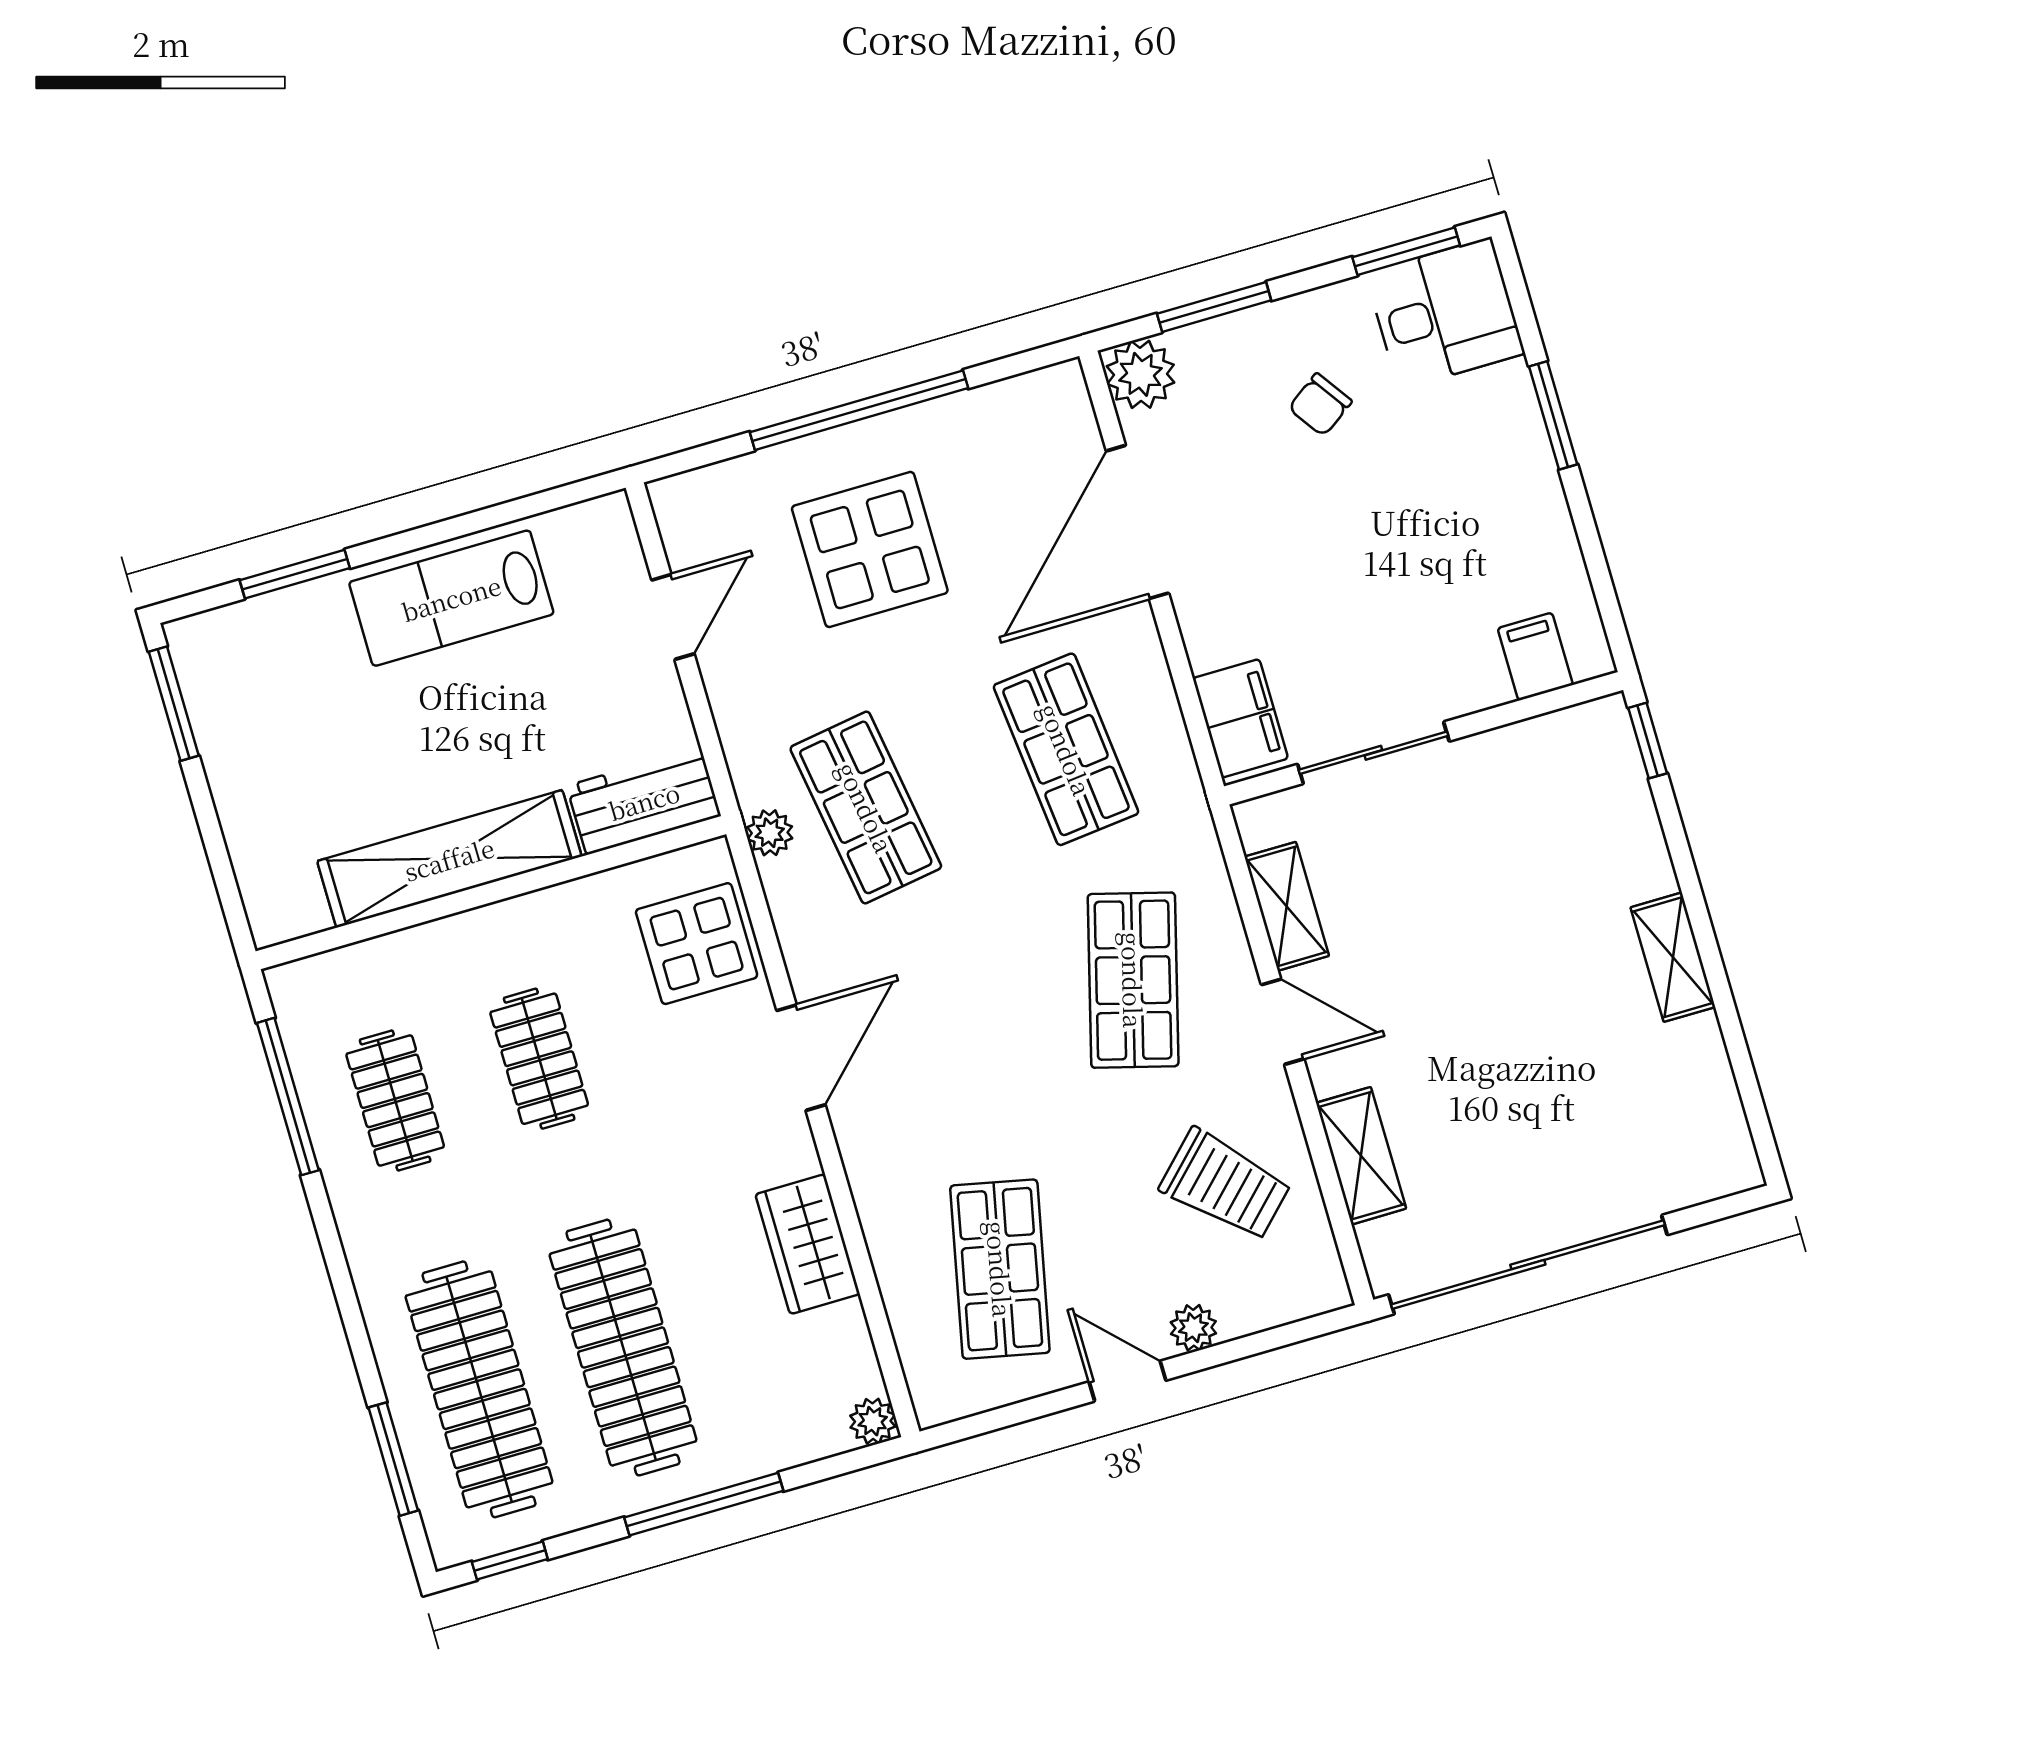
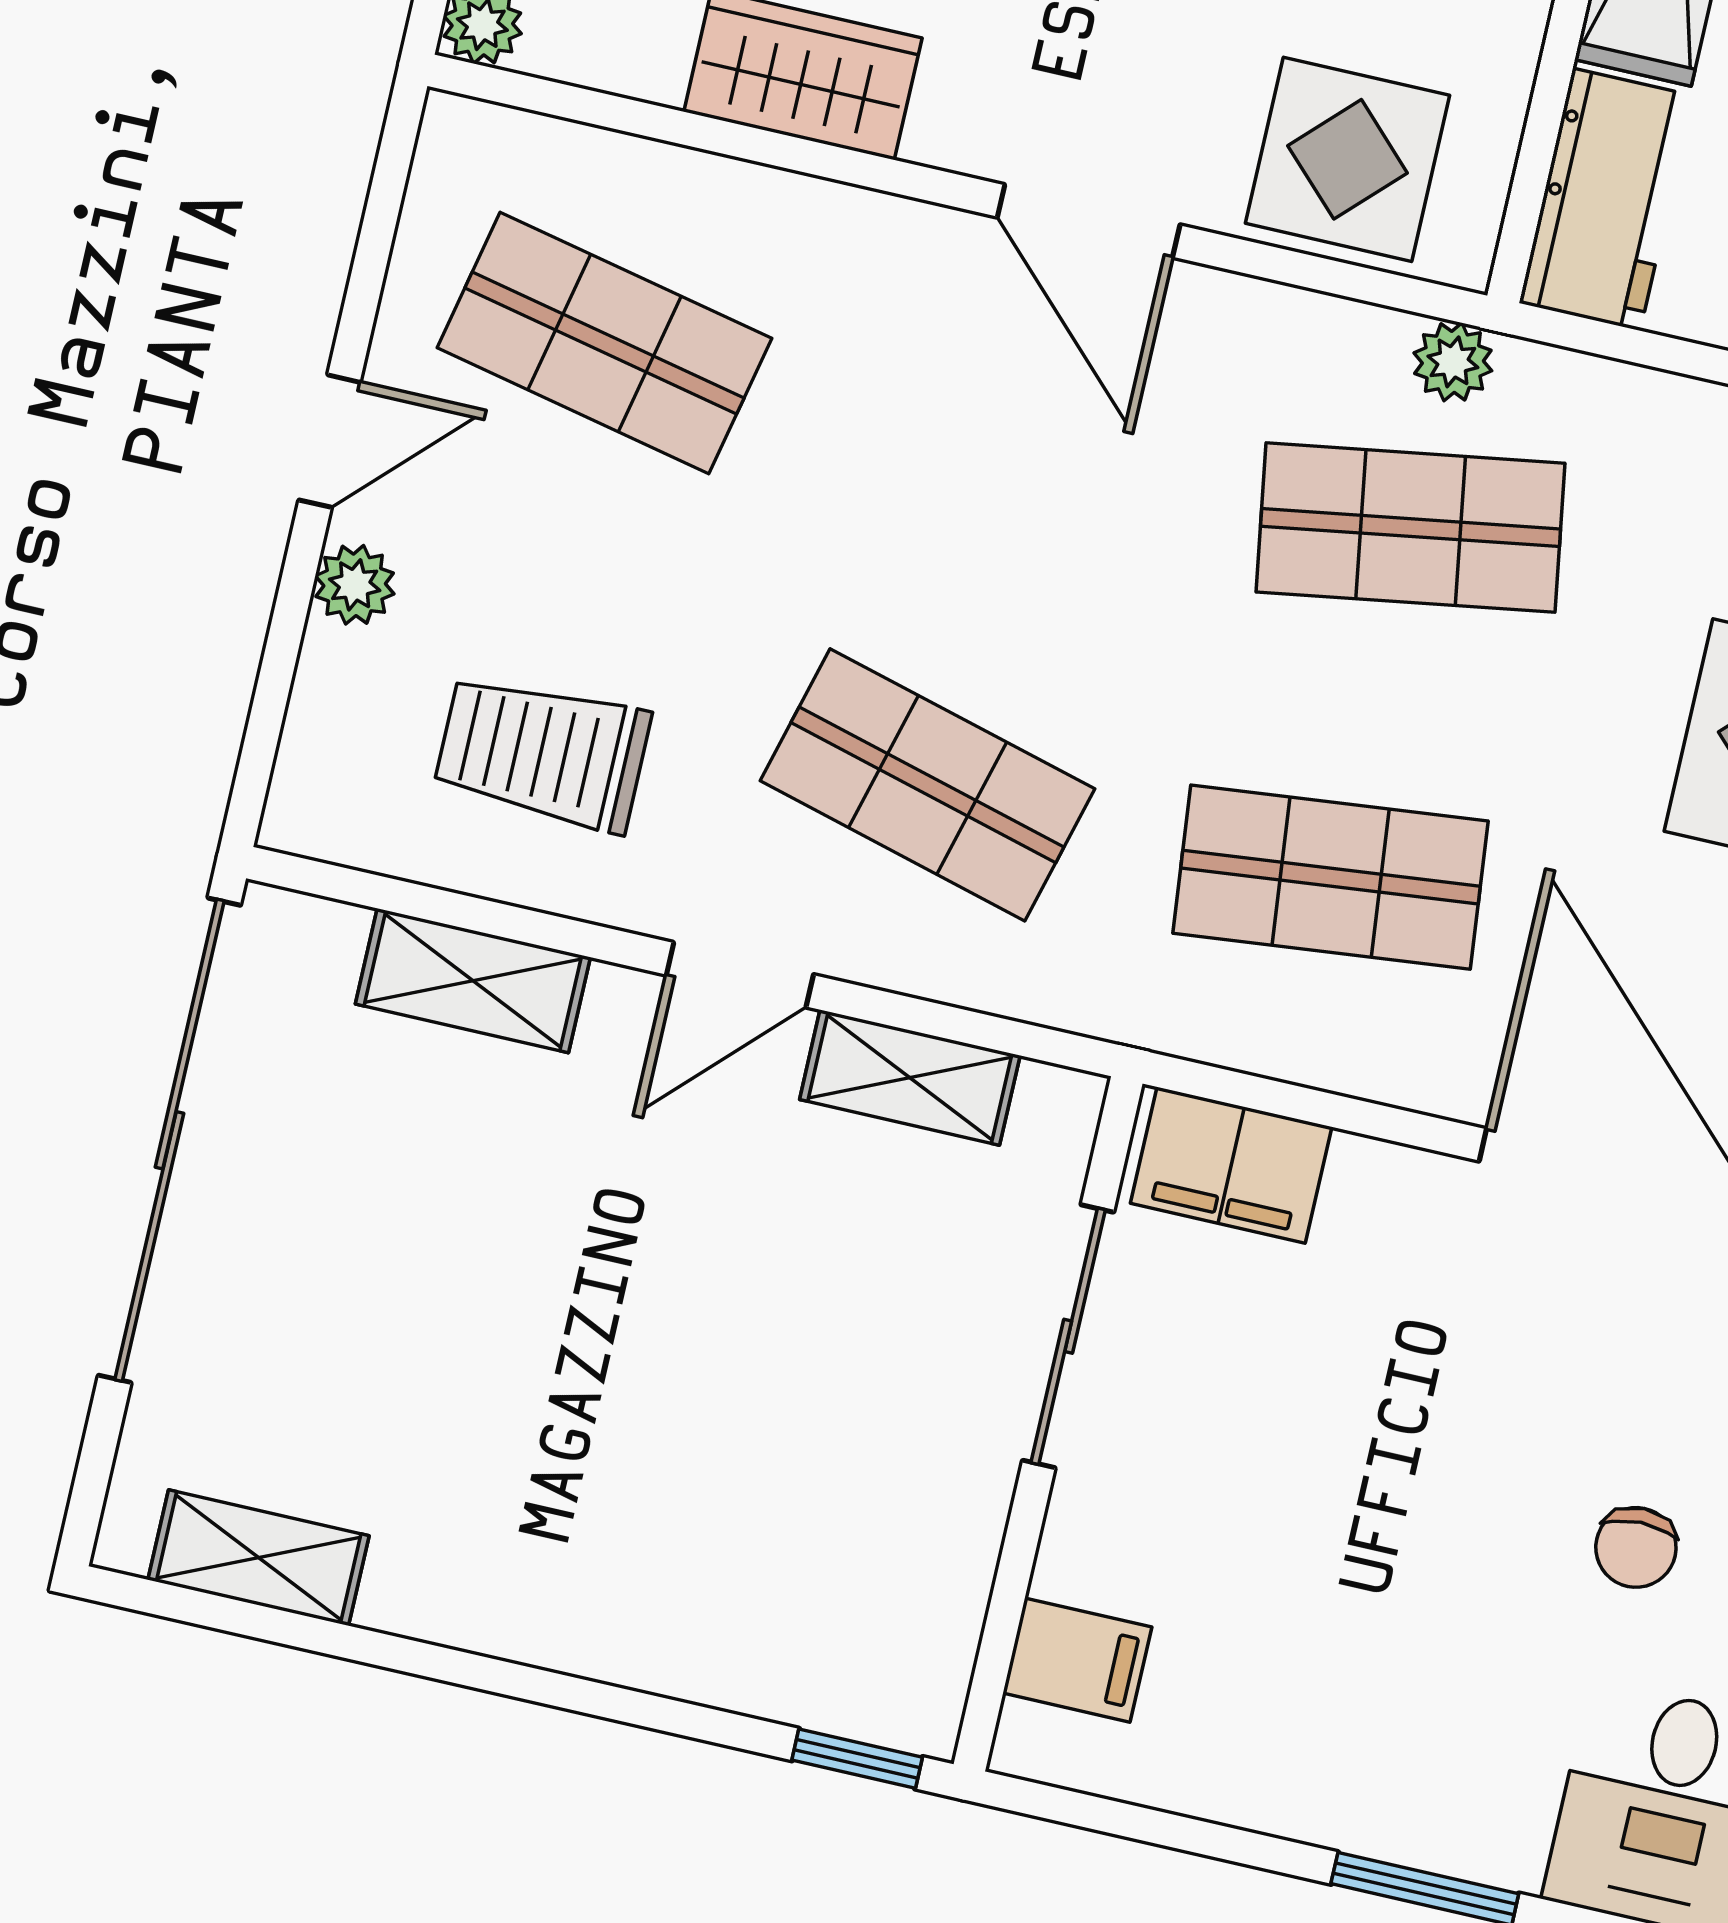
chair: (1320, 405) -> (1636, 1547), turned -146
shelving: (1673, 957) -> (259, 1558), moved
trolley: (1225, 1185) -> (542, 752), turned 45

